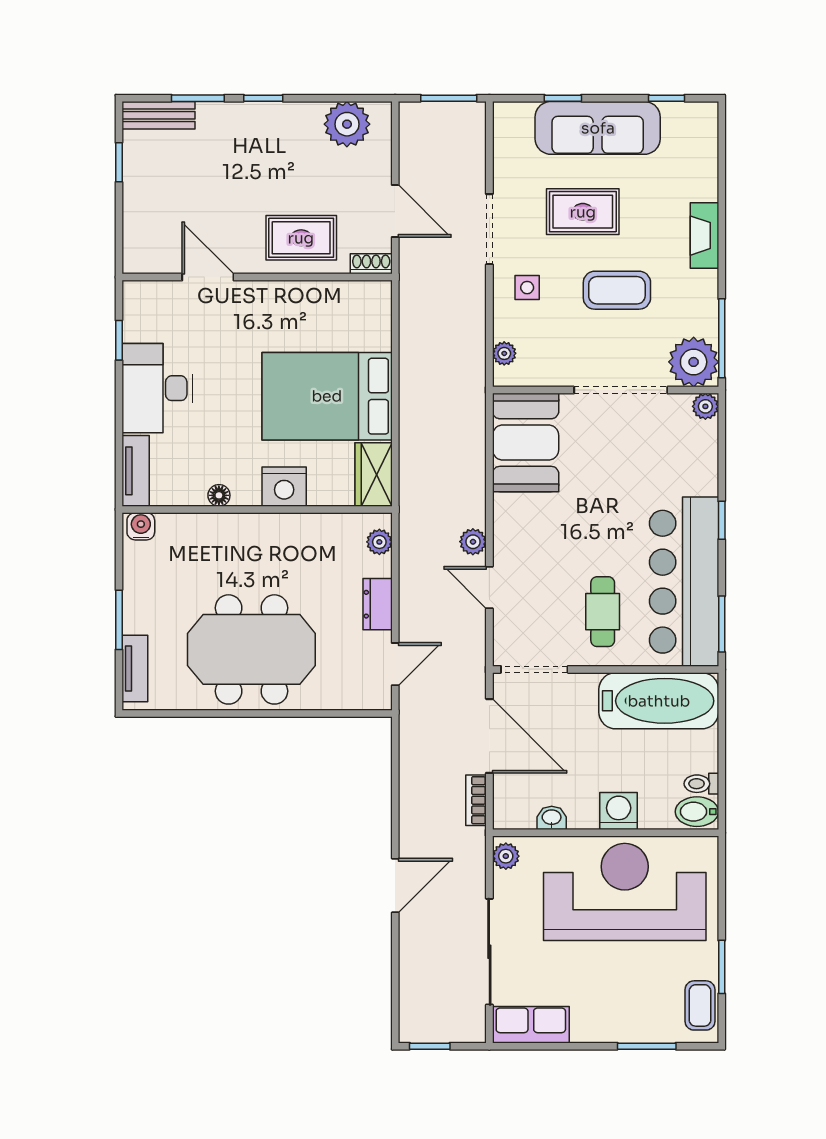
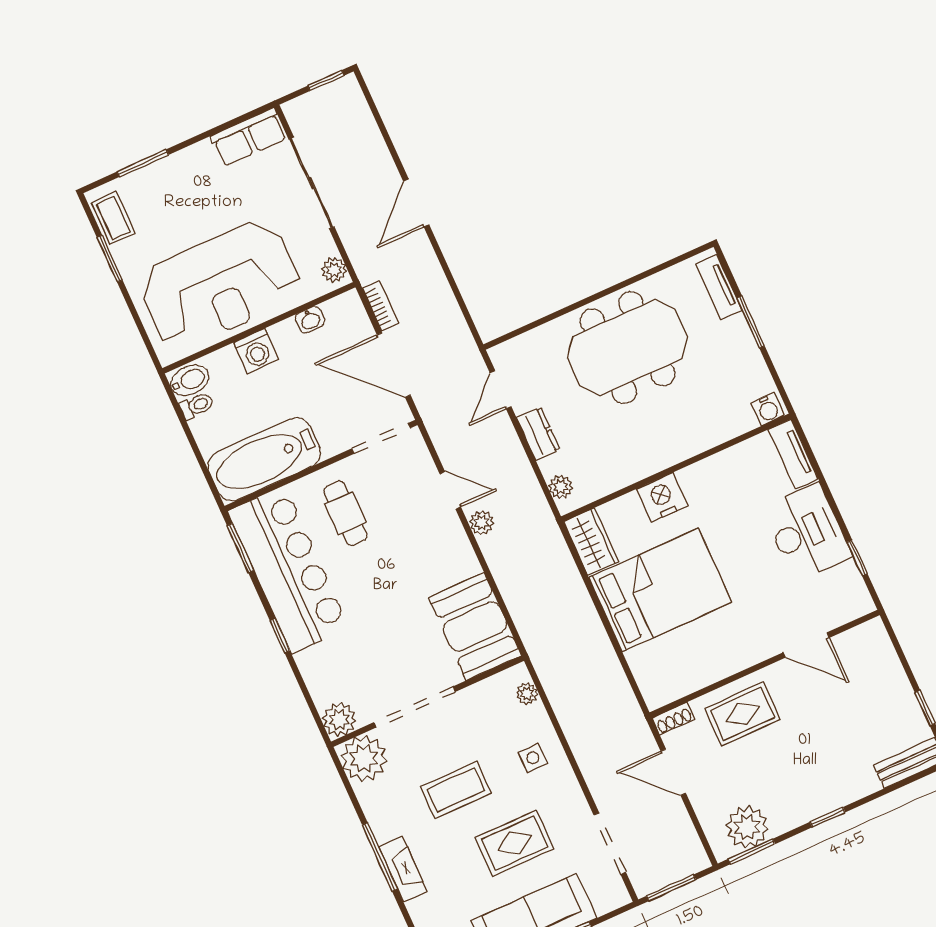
window: (198, 98) -> (751, 852), moved
doorway: (489, 229) -> (610, 844), moved
window: (722, 338) -> (380, 857), moved
plant: (705, 406) -> (339, 720), width x1.38, depth x1.38
floor lamp: (219, 495) -> (714, 465), removed

